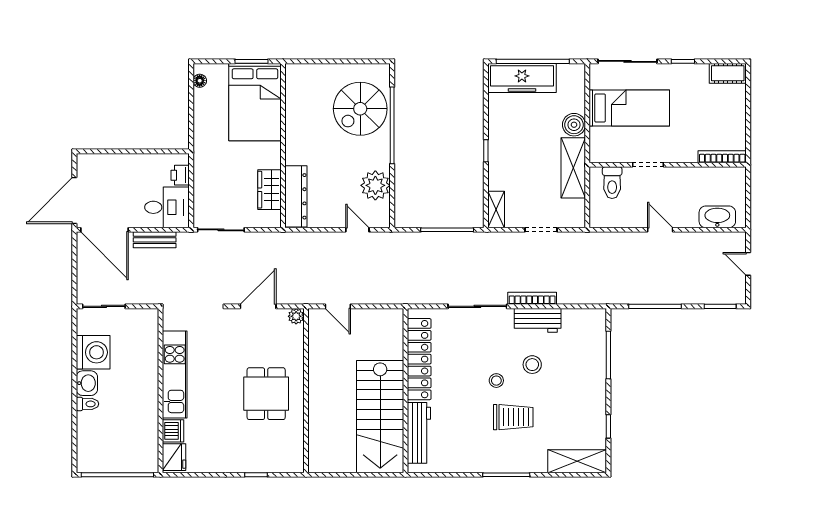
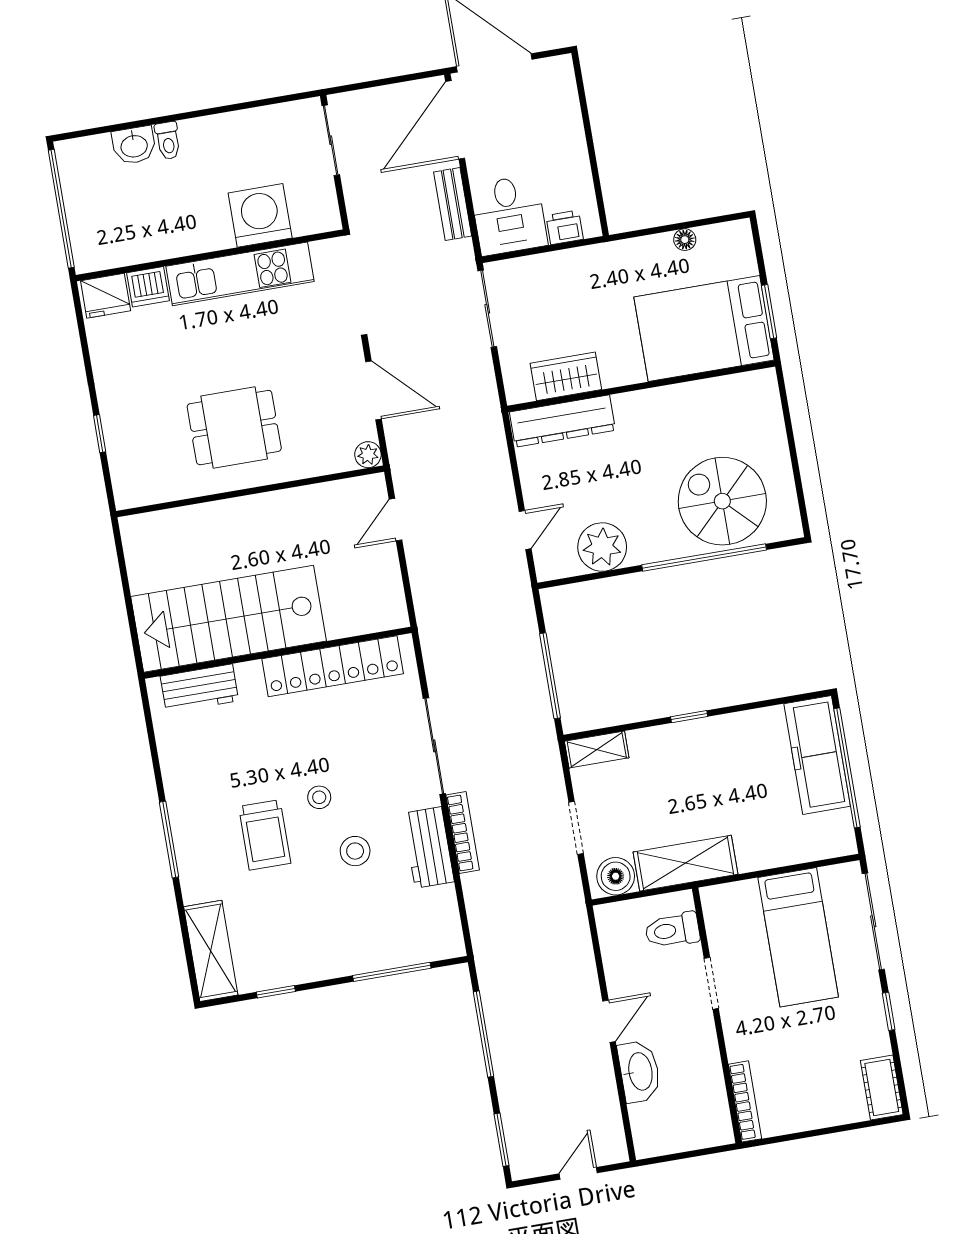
floor lamp: (200, 81) -> (685, 240), moved
boiler: (574, 125) -> (616, 876), moved
washbasin: (717, 217) -> (639, 1072), moved
washing machine: (93, 352) -> (260, 215), moved, turned 180
washbasin: (87, 383) -> (134, 145), moved
workbench: (419, 433) -> (199, 688), width x0.73

